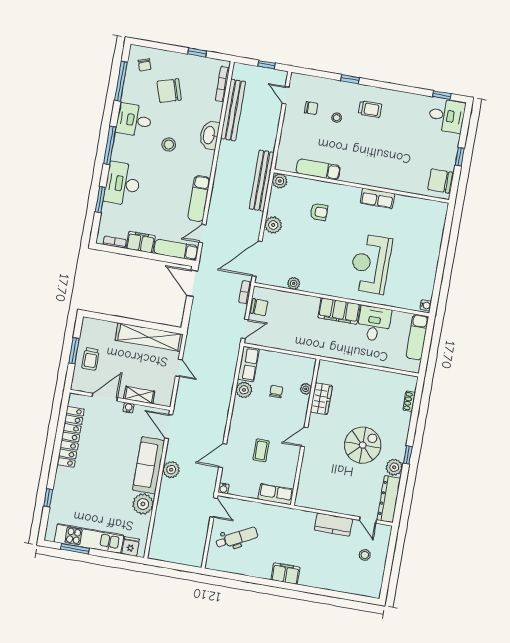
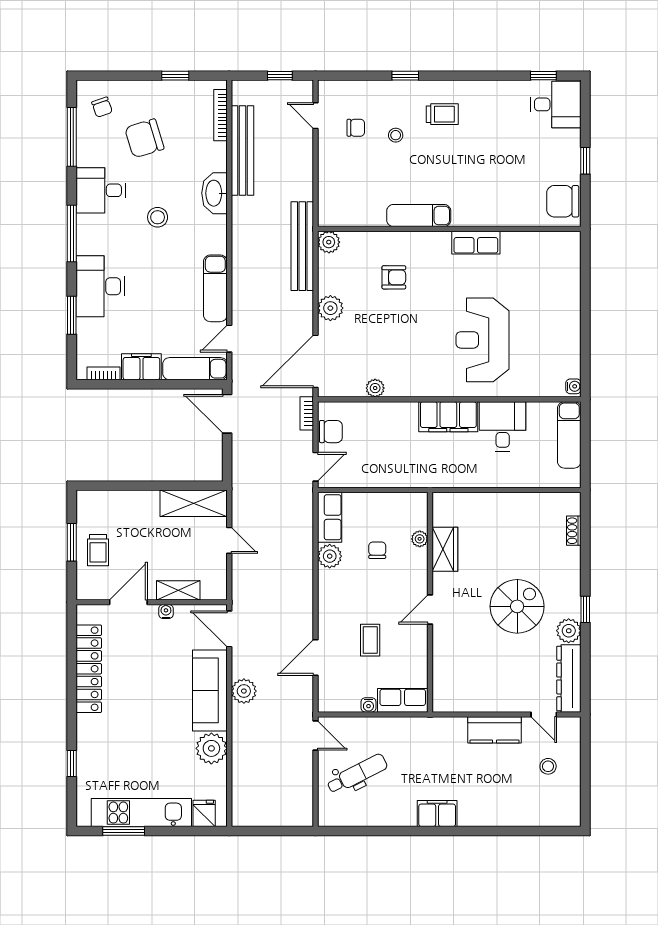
exam couch: (318, 169) -> (419, 216), moved
shelving: (149, 337) -> (194, 503), width x0.68
water cooler: (224, 488) -> (368, 705), moved

